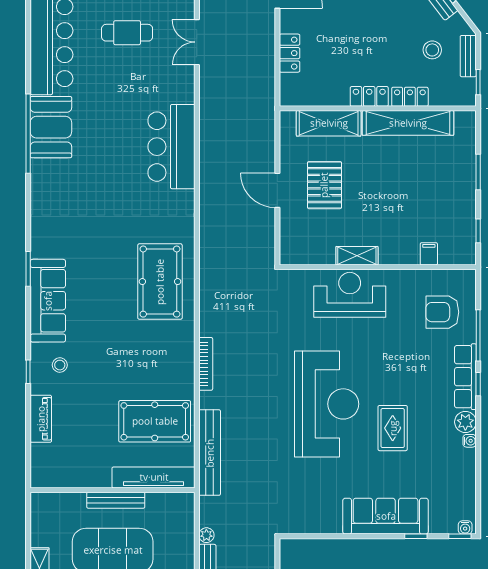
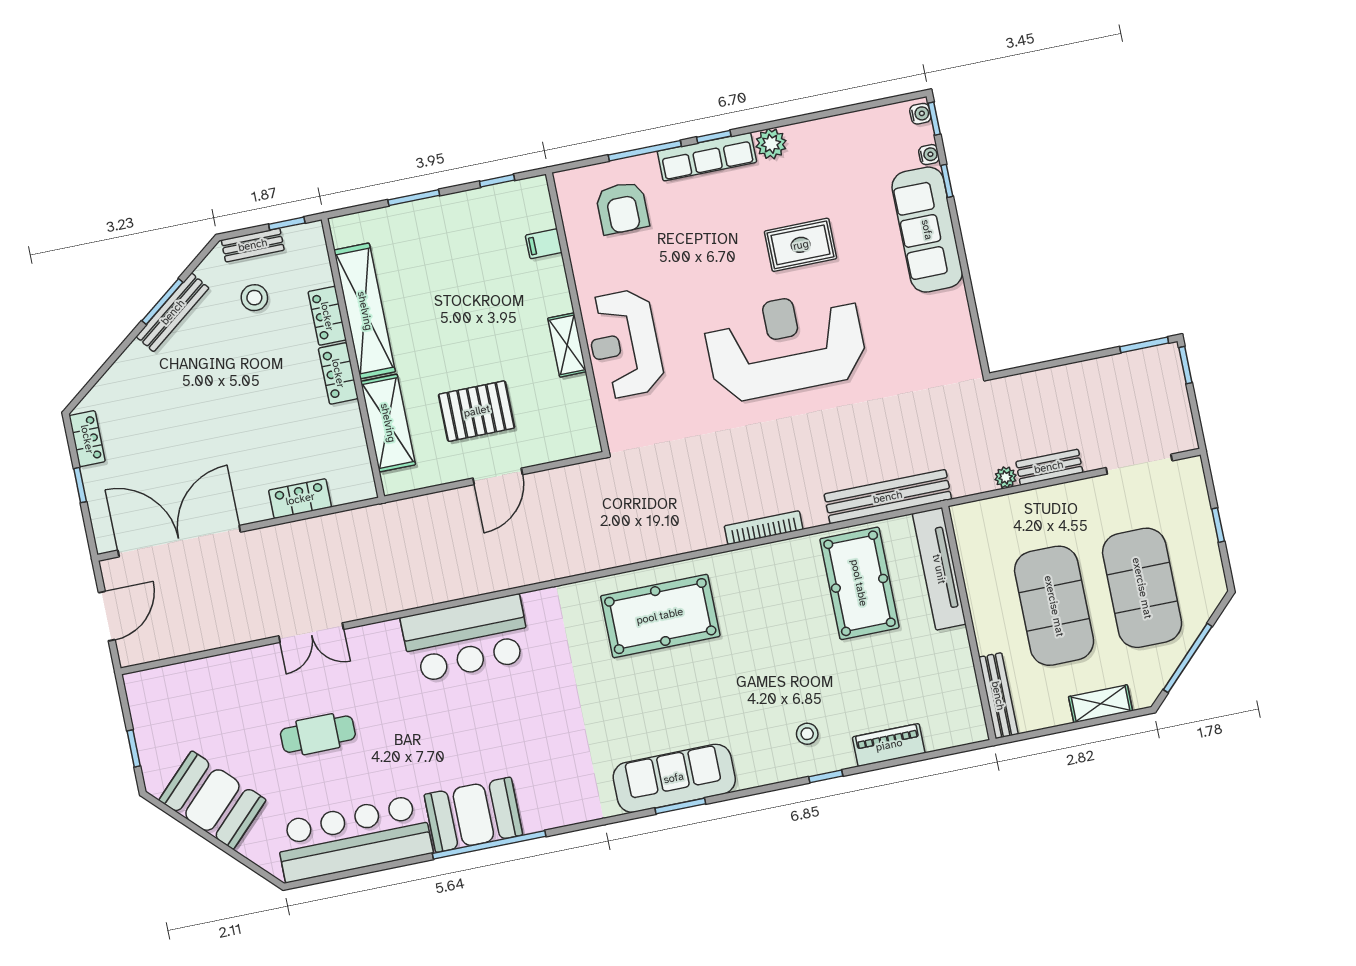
cafe table: (127, 33) -> (318, 734), turned 90
sofa: (48, 301) -> (674, 778), moved
water cooler: (470, 441) -> (929, 155), moved, turned 90
bench: (116, 500) -> (998, 696), moved

